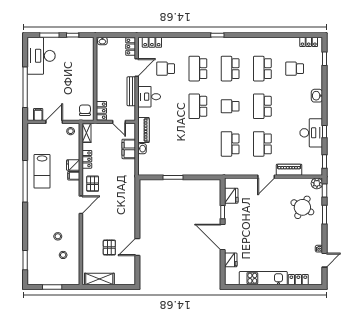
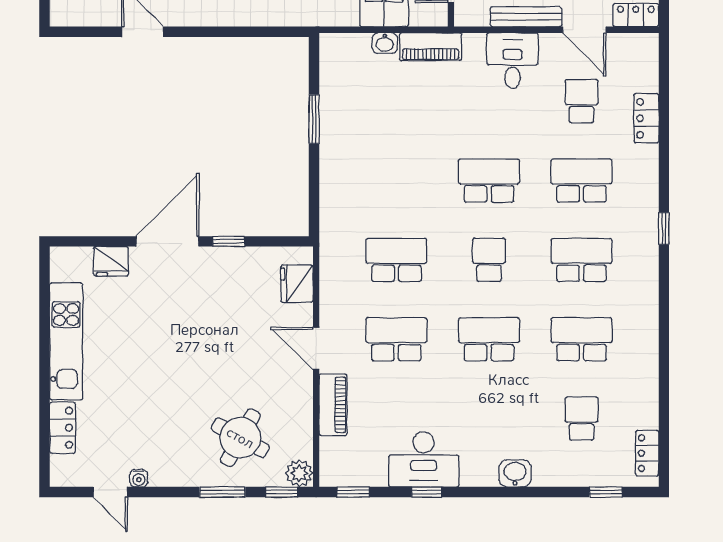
locker: (152, 42) -> (646, 118), moved
fridge: (231, 196) -> (297, 284), moved, turned 90

